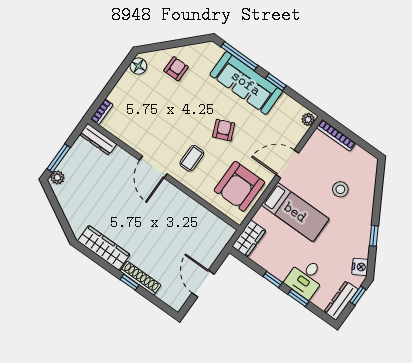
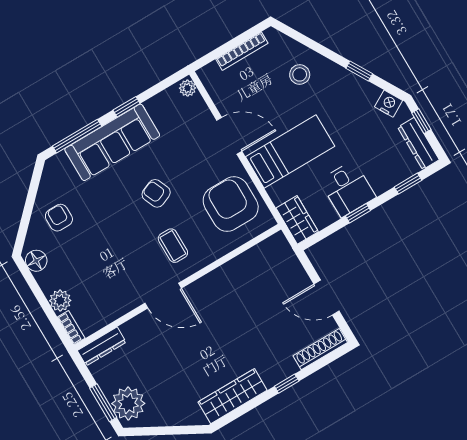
plant: (118, 96) -> (60, 301), added
bookcase: (336, 135) -> (242, 51), moved
door: (287, 164) -> (229, 136), swing flipped
plant: (57, 177) -> (128, 403), width x1.88, depth x1.88
armchair: (239, 186) -> (231, 204), turned 180
stool: (340, 189) -> (300, 74), moved
shoe rack: (141, 278) -> (320, 349), moved
desk: (306, 278) -> (348, 189), moved
window: (298, 298) -> (408, 184), moved

